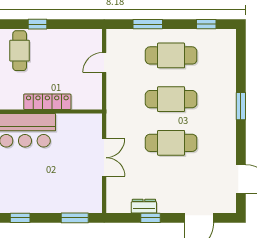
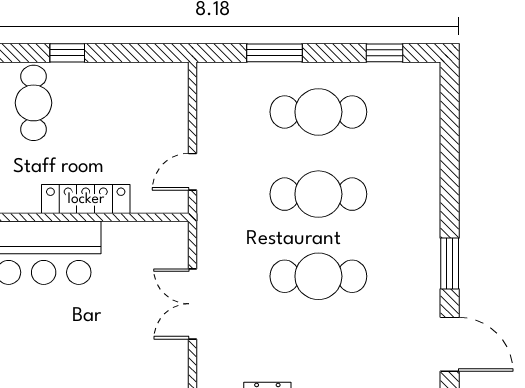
door: (104, 62) -> (193, 172), moved
window: (241, 106) -> (450, 263), moved
double door: (104, 158) -> (193, 304), swing flipped

